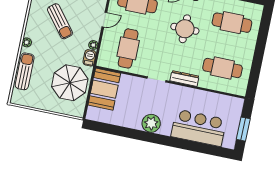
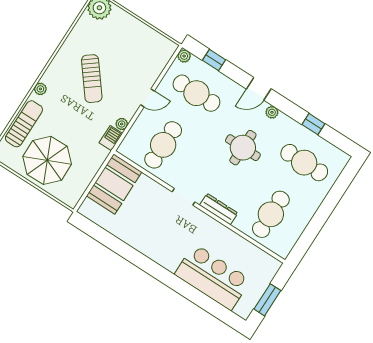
cafe table: (223, 68) -> (271, 214), turned 90
parasol: (70, 83) -> (47, 160), moved
plant: (151, 123) -> (156, 249), removed

